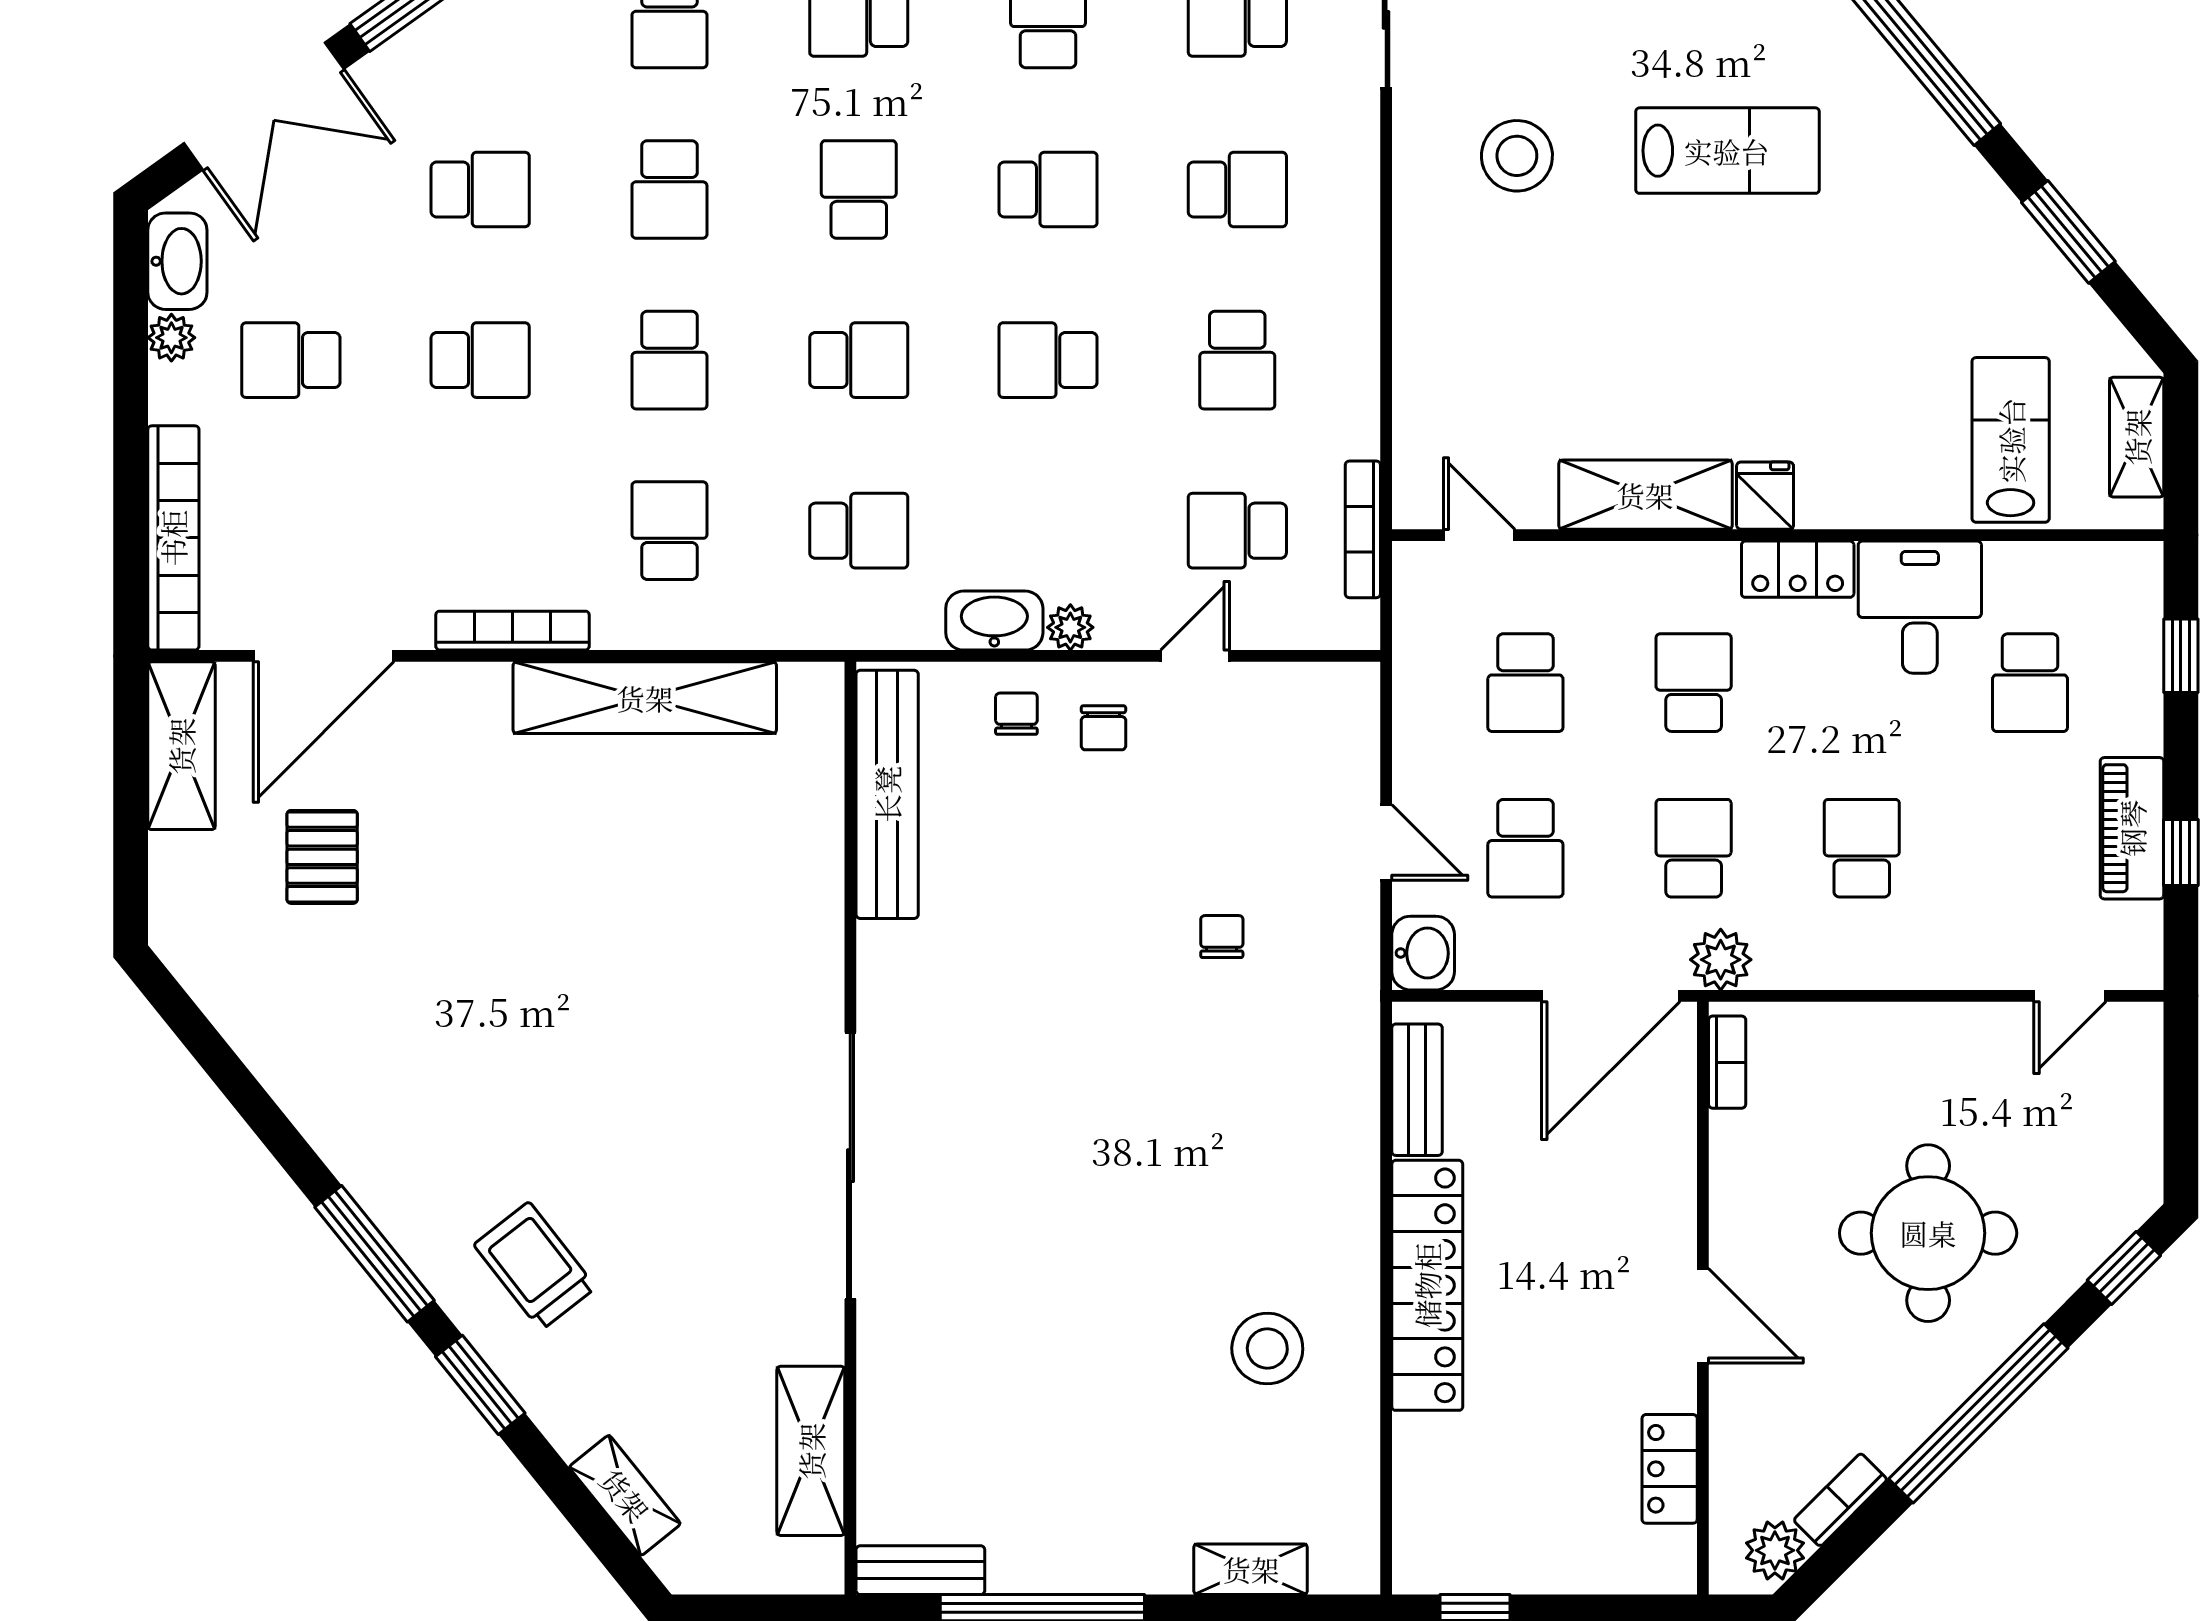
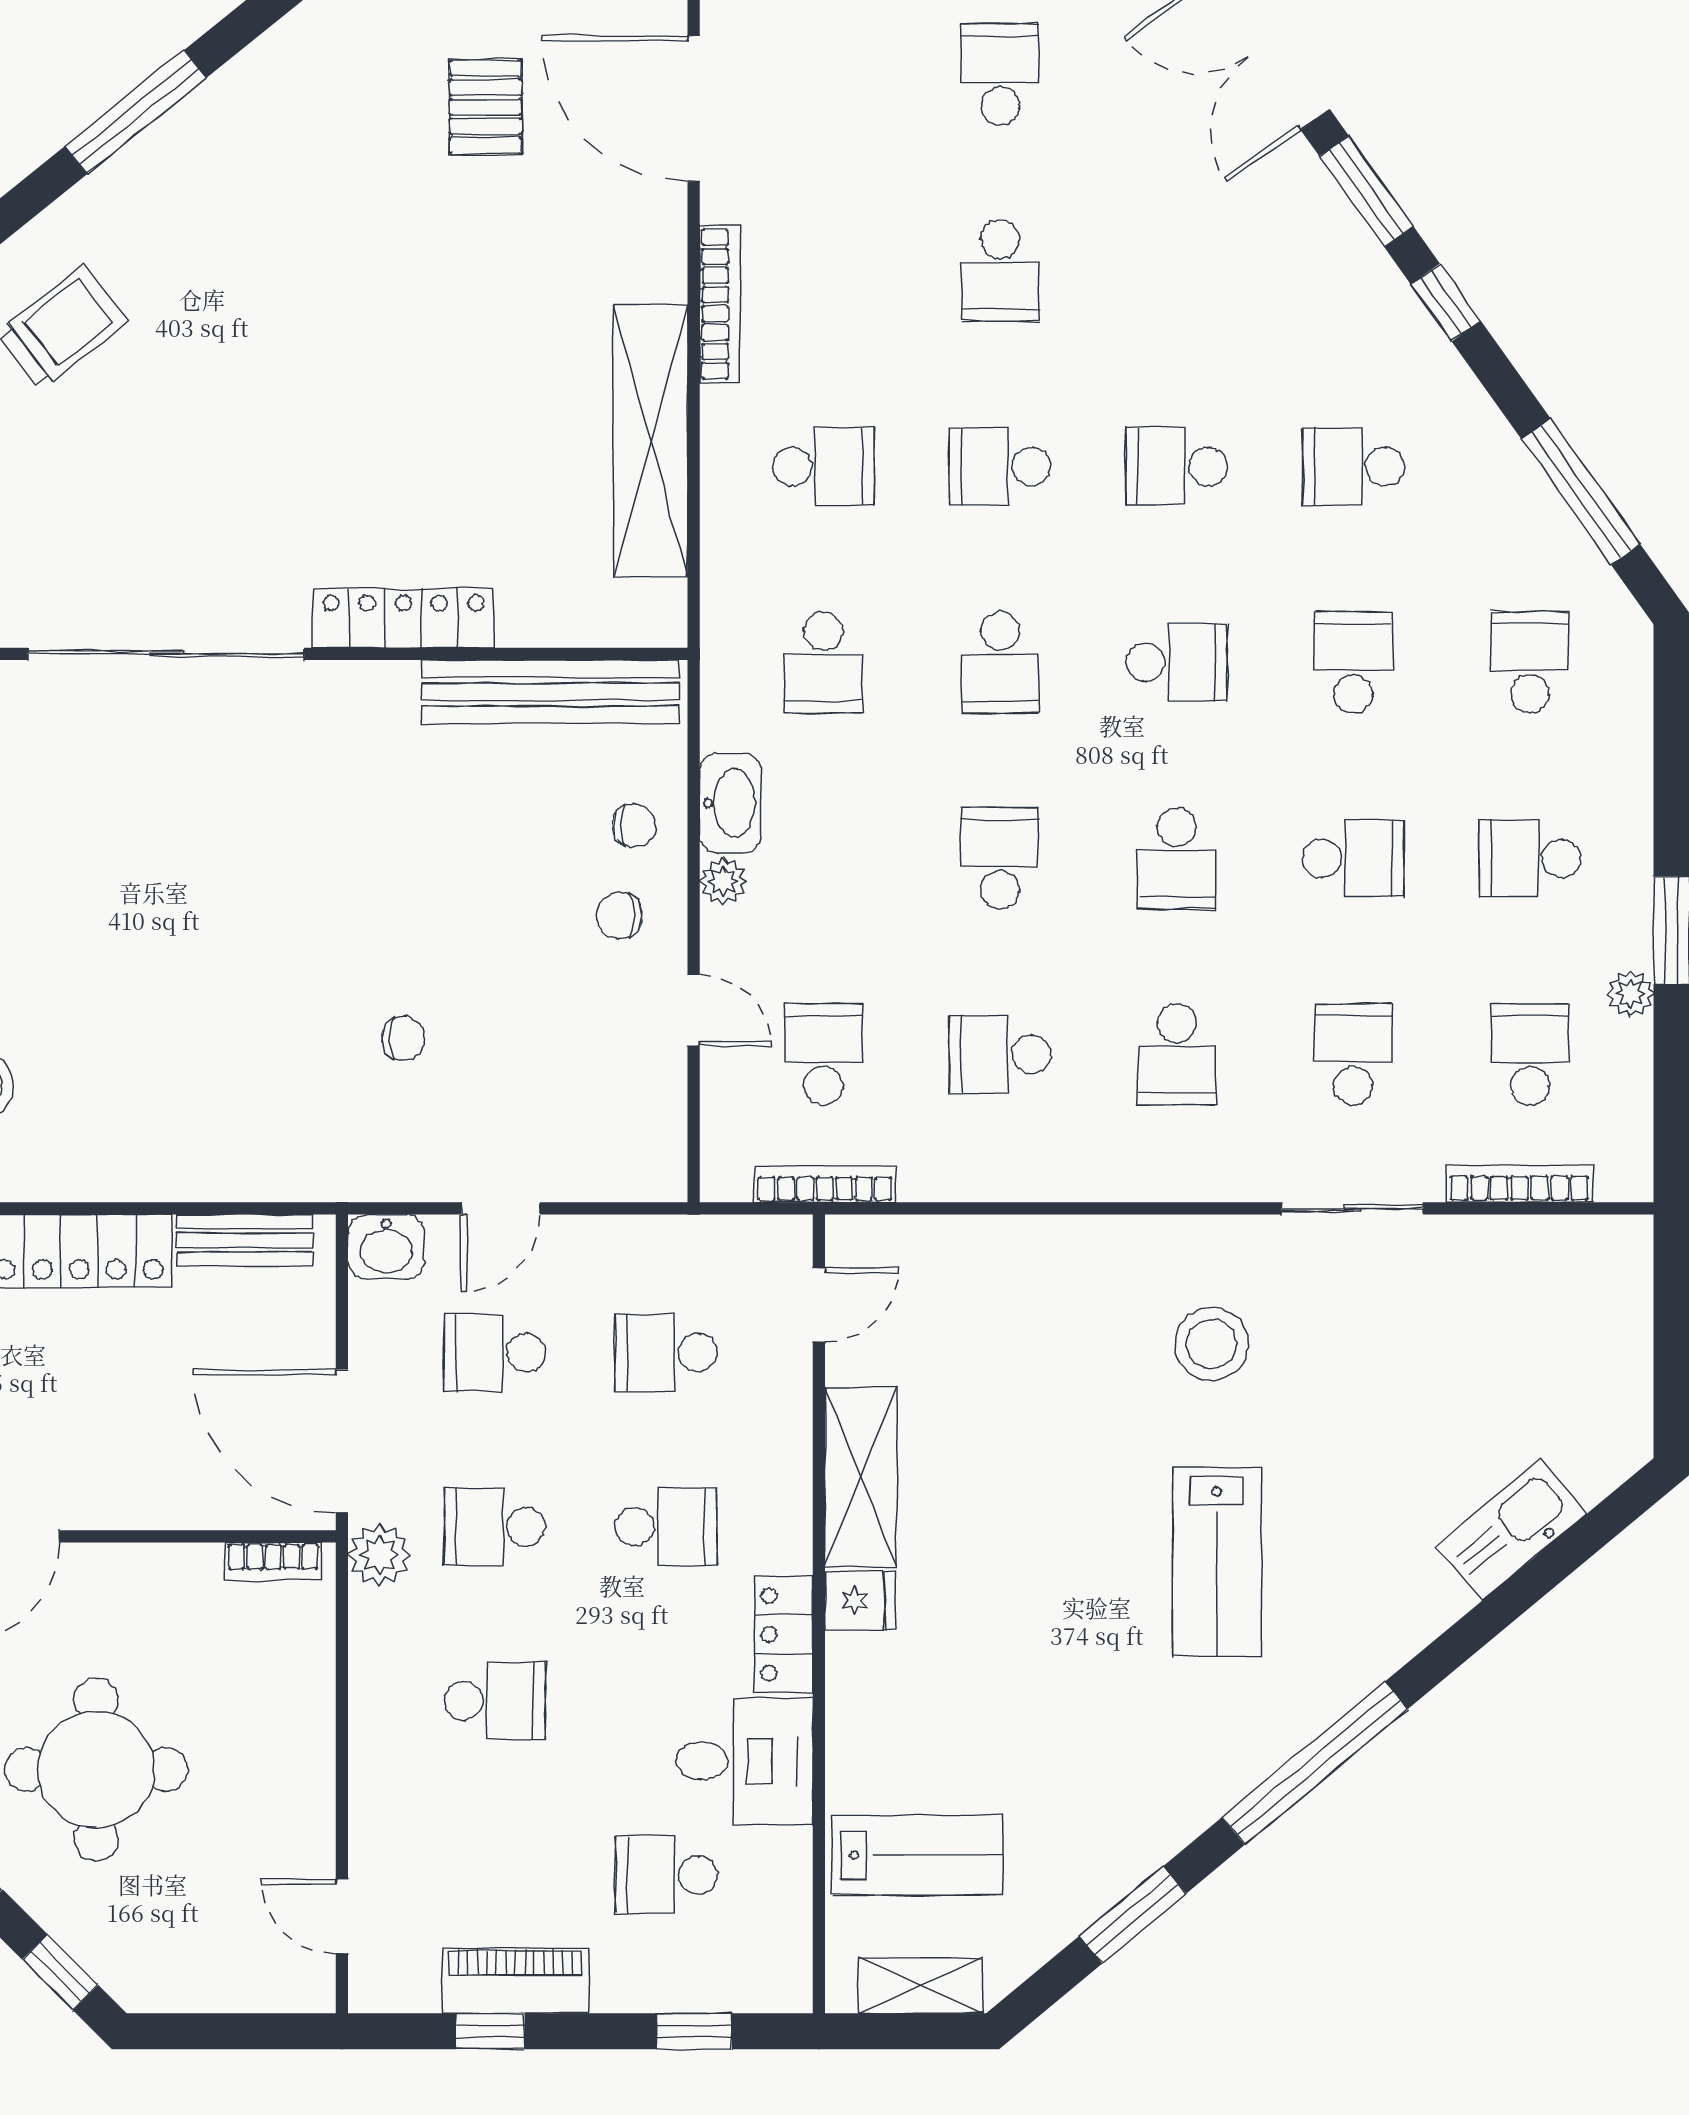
school desk: (480, 189) -> (1177, 270), removed
school desk: (1694, 848) -> (495, 1527), turned 180
pallet: (322, 857) -> (486, 107), turned 90
locker: (816, 936) -> (403, 618), added
window: (375, 1254) -> (136, 112), moved

